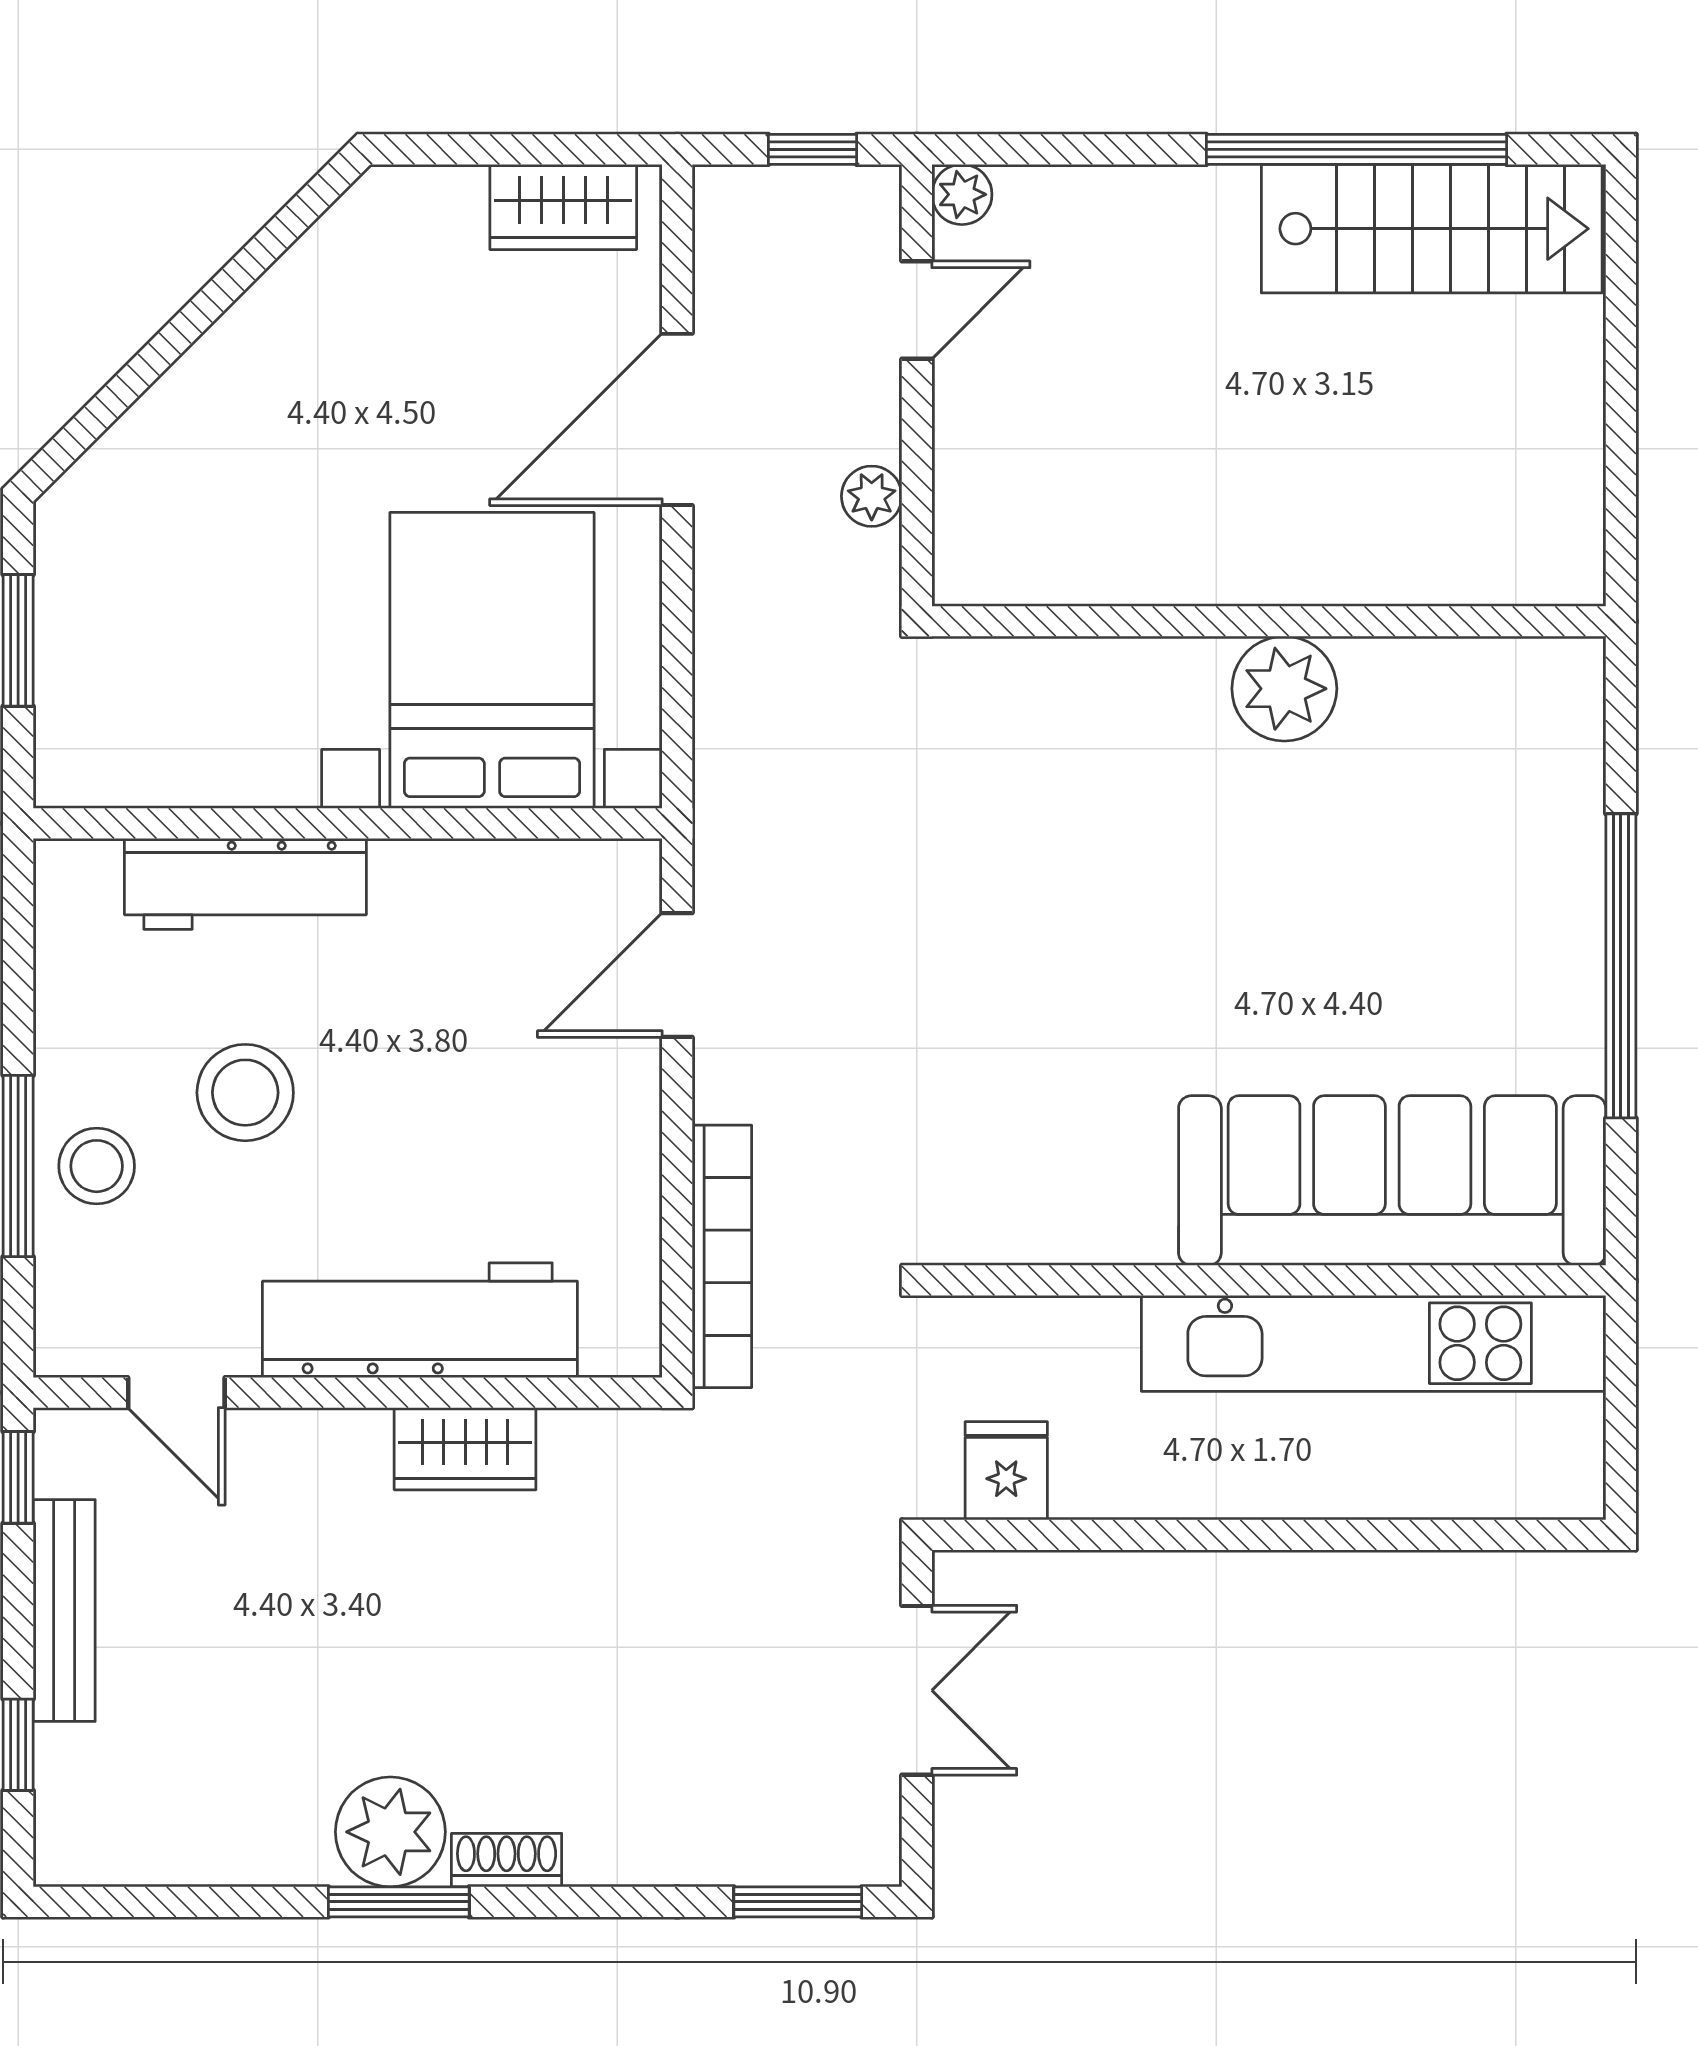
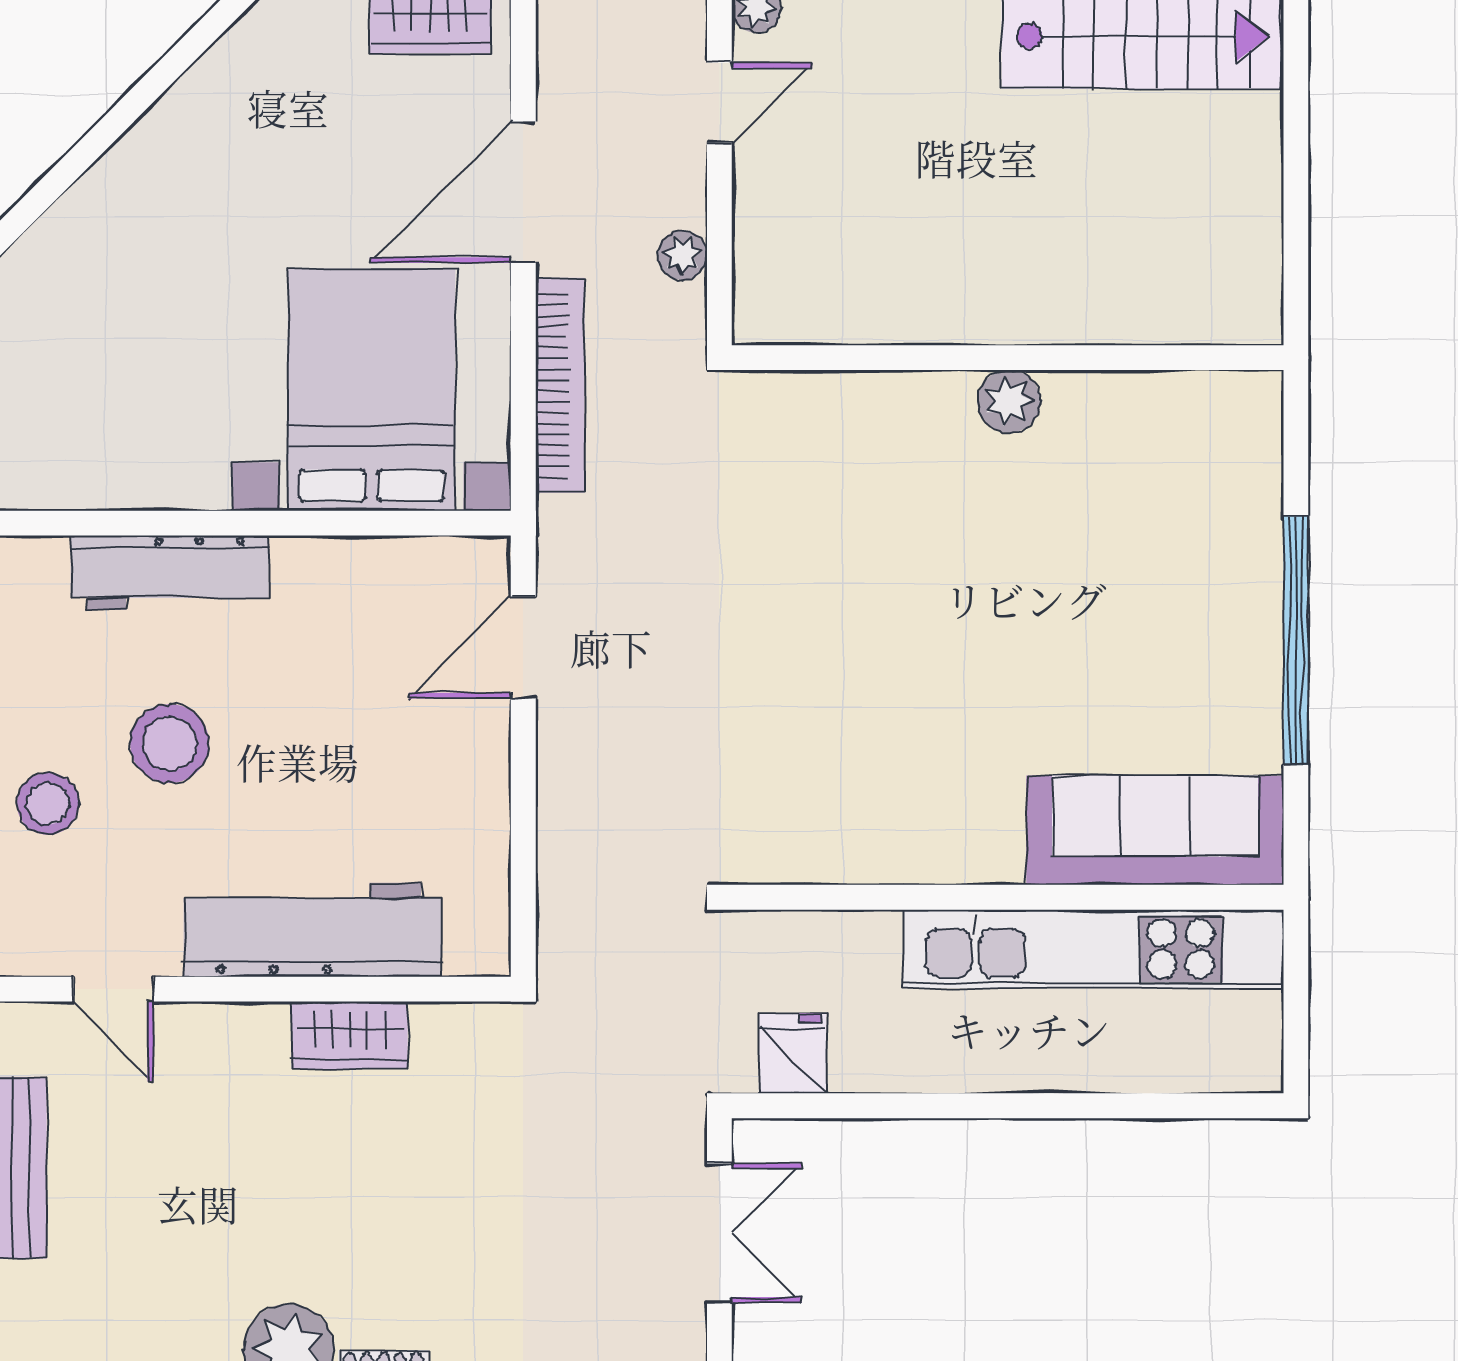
plant: (1284, 689) -> (1009, 401), width x0.73, depth x0.73
sofa: (1392, 1180) -> (1155, 830), width x0.74, depth x0.79
bookcase: (722, 1256) -> (560, 385), moved

